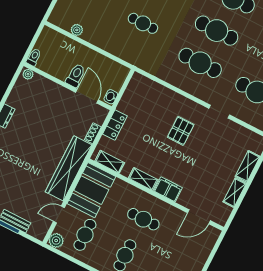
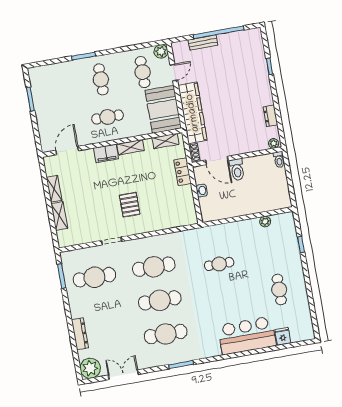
toilet: (34, 57) -> (279, 159), moved
plant: (28, 74) -> (274, 143), moved
toilet: (76, 75) -> (237, 170), moved
wall: (68, 86) -> (237, 157), moved
door: (87, 96) -> (217, 160), moved

